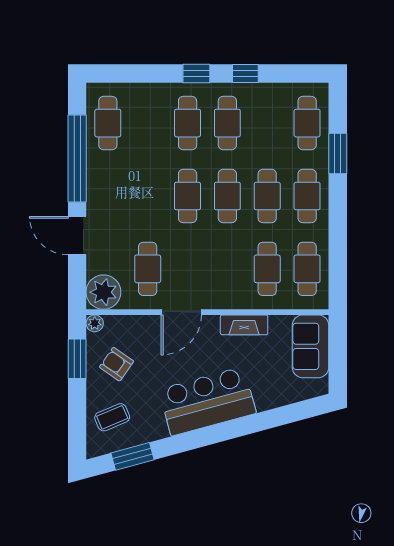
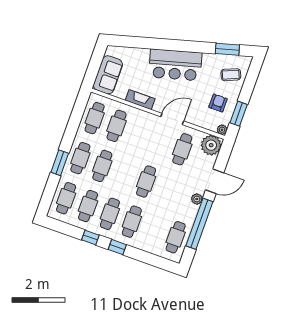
window: (338, 154) -> (60, 163), moved
cafe table: (227, 196) -> (88, 206), moved
plant: (96, 197) -> (197, 199), added
door: (77, 236) -> (215, 181), hinge flipped
armchair: (117, 364) -> (218, 103), turned -125

